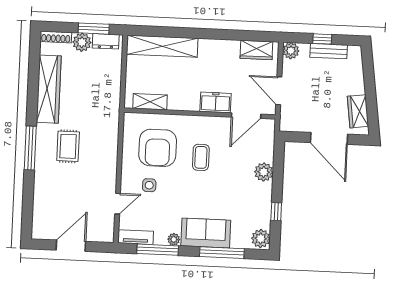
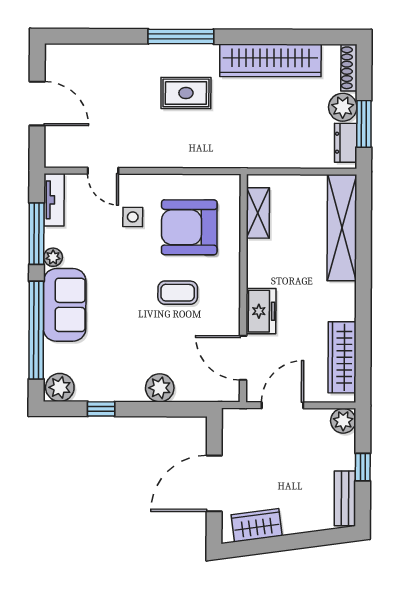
wardrobe: (256, 50) -> (342, 357), width x1.50
bench: (329, 51) -> (345, 498), moved
window: (222, 253) -> (36, 330), width x1.46

